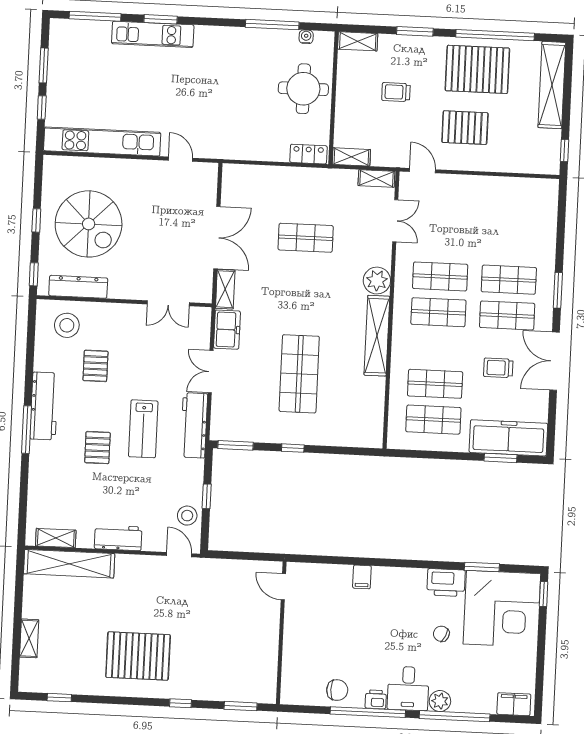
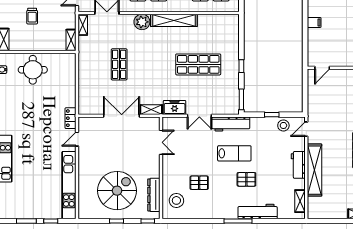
locker: (308, 154) -> (71, 118), moved
workbench: (44, 406) -> (258, 211), moved
shelving: (69, 564) -> (315, 170), moved

